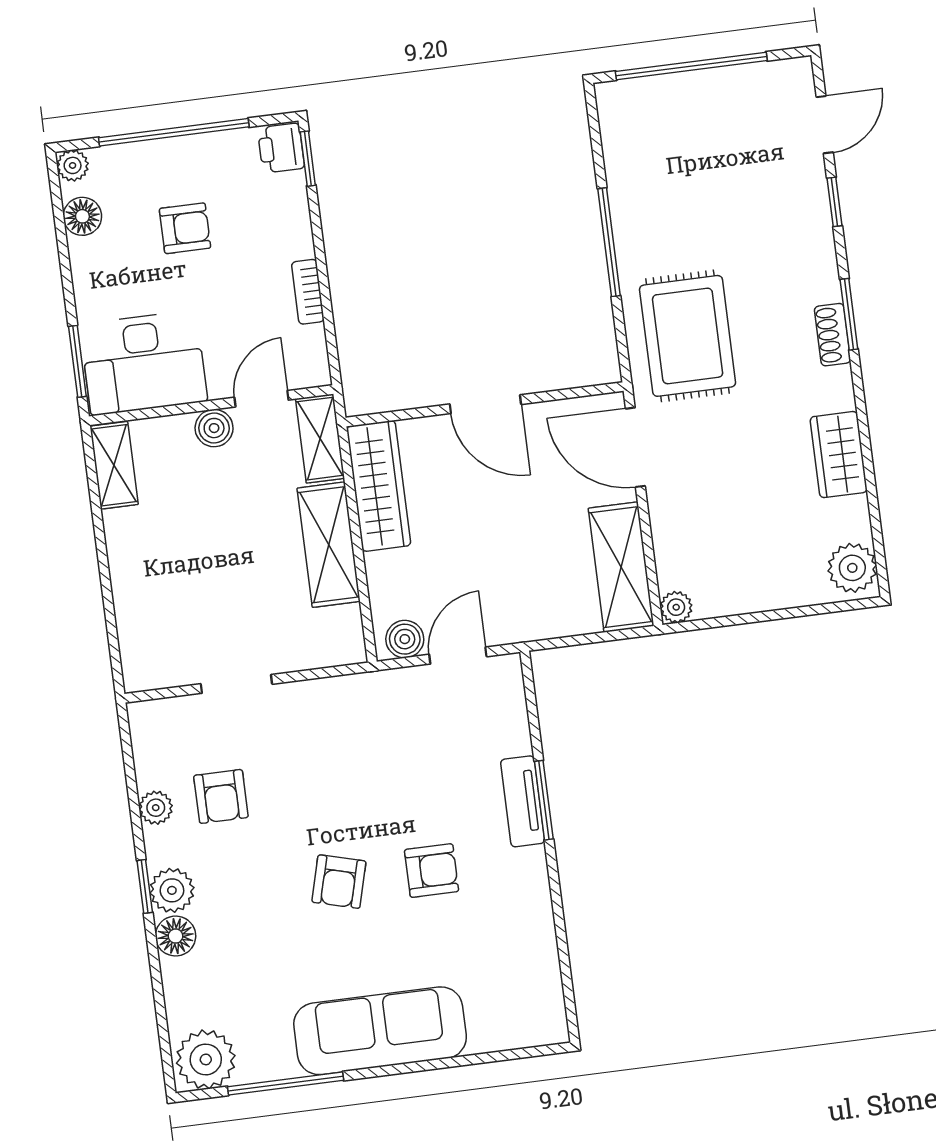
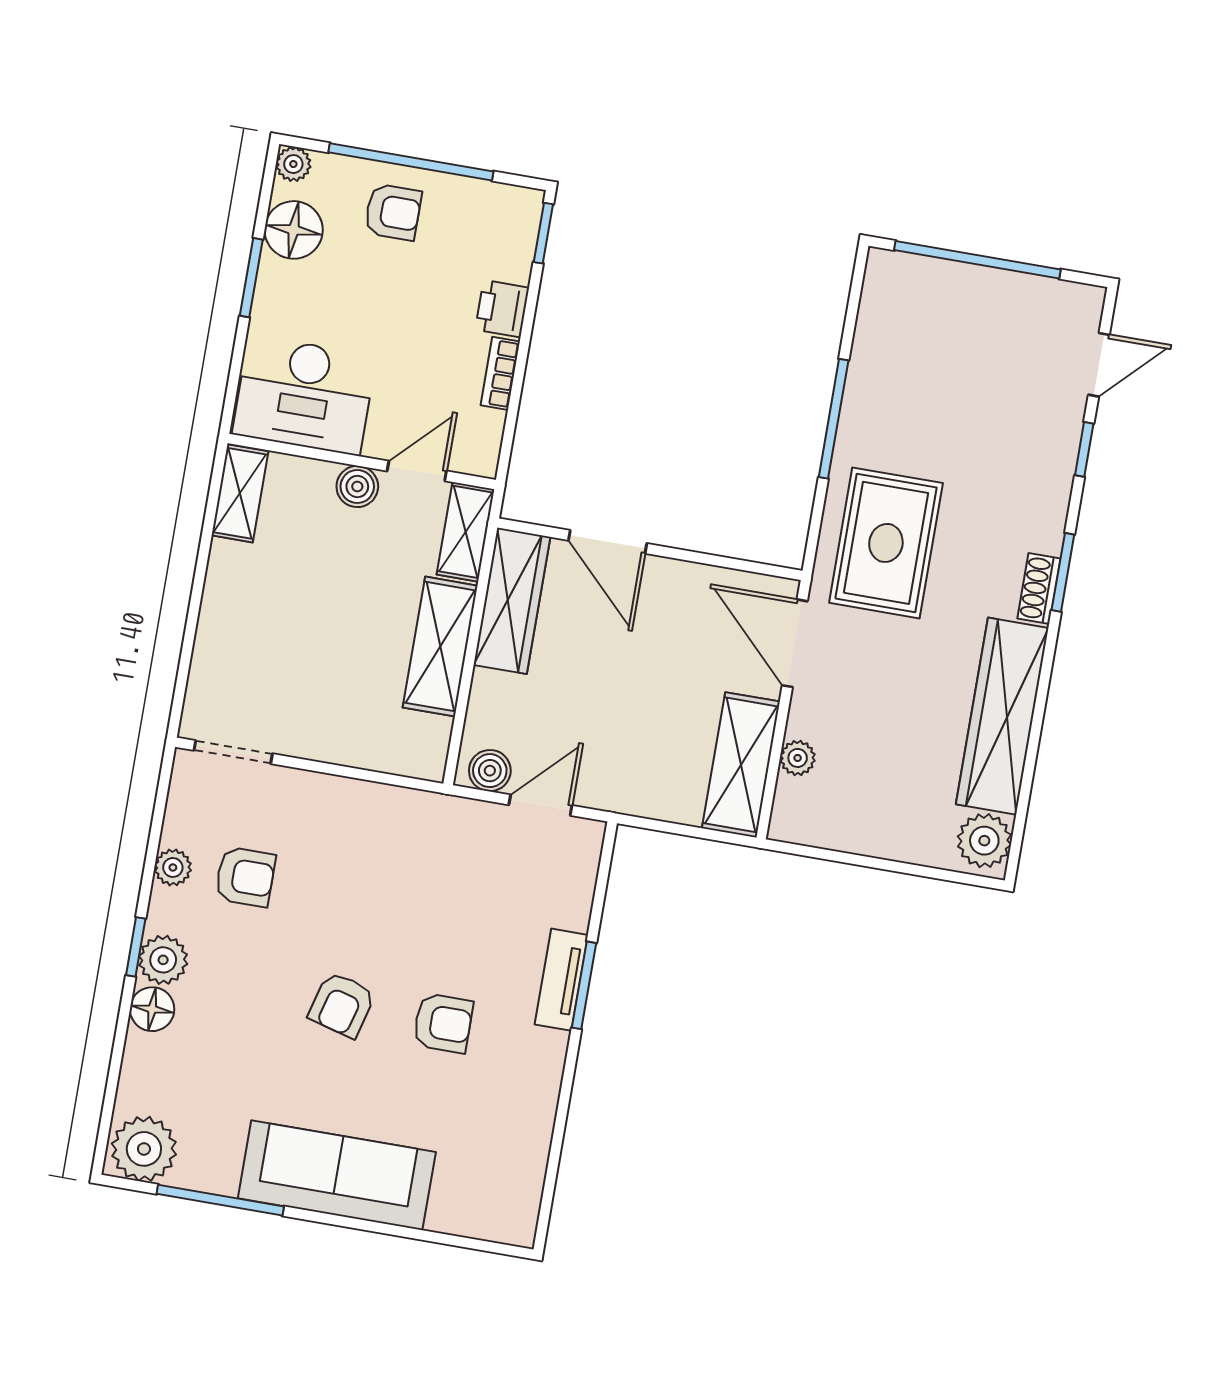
printer: (281, 148) -> (502, 309), moved
floor lamp: (82, 216) -> (294, 230), width x1.38, depth x1.38
armchair: (185, 228) -> (393, 212), moved
window: (77, 361) -> (251, 278), moved
door: (485, 404) -> (608, 542), moved
wardrobe: (839, 455) -> (1002, 716), width x2.10, depth x1.17
plant: (676, 607) -> (798, 758), moved
doorway: (236, 684) -> (233, 752), moved
armchair: (221, 796) -> (245, 877), turned -90

